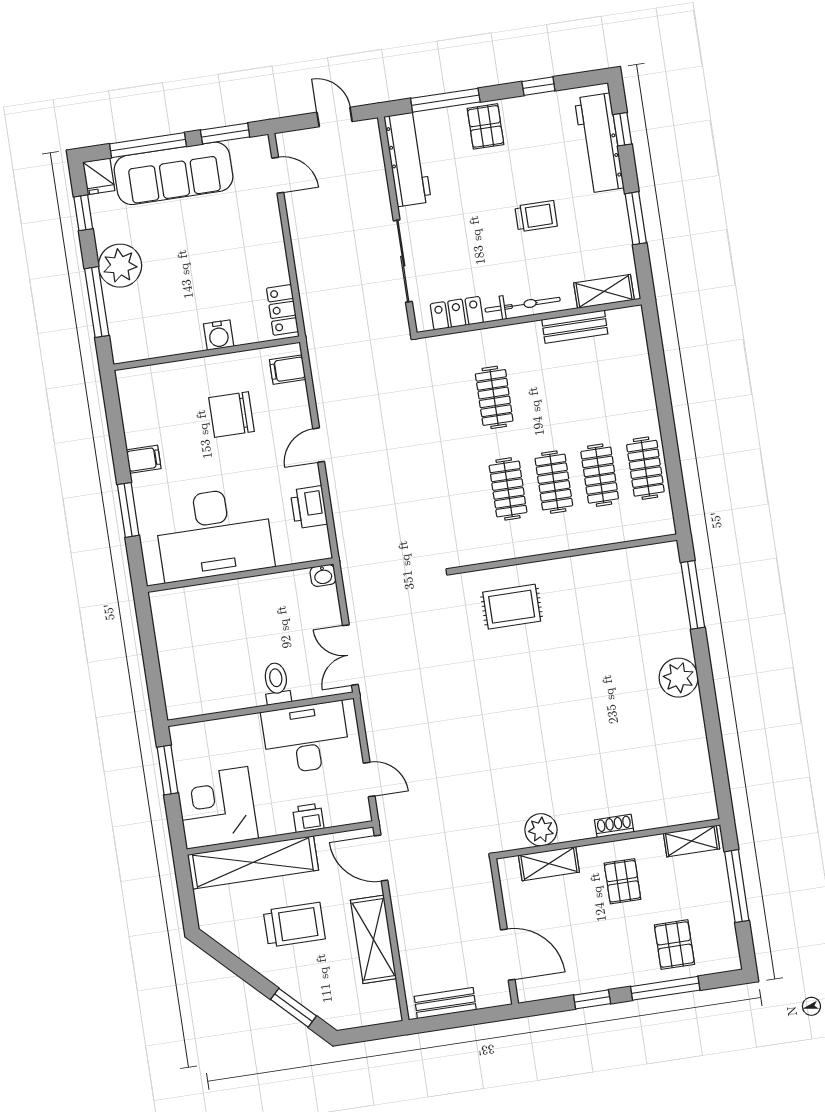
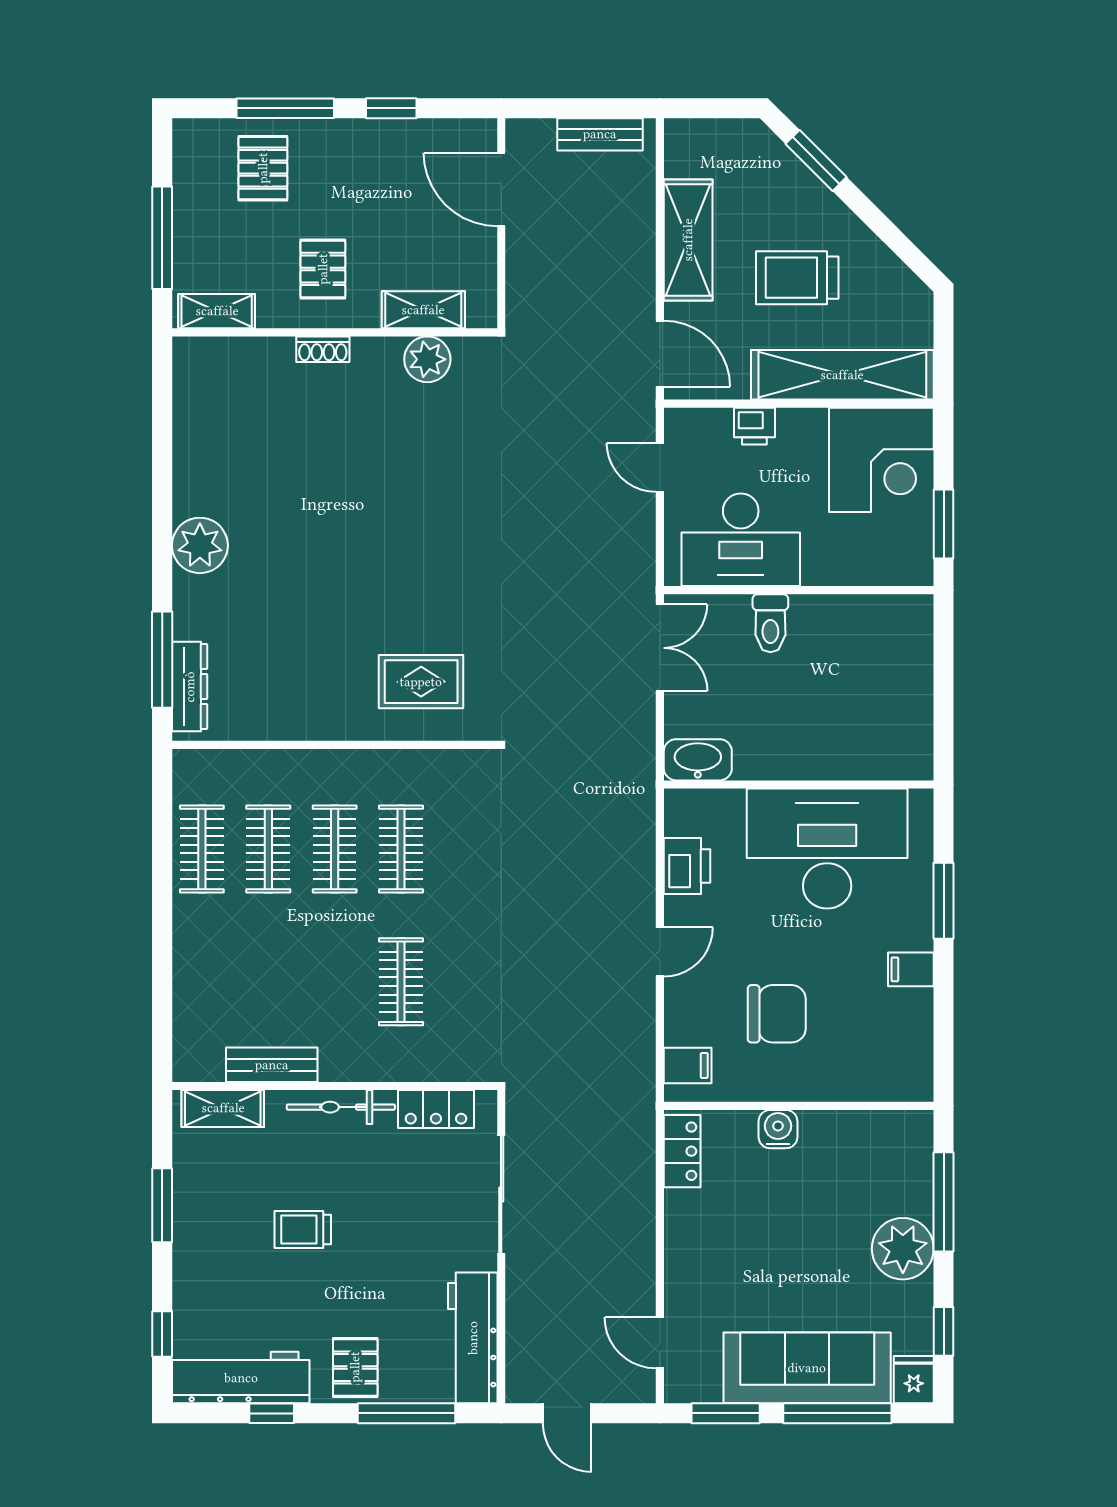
workbench: (599, 143) -> (241, 1378), moved, turned -90
washbasin: (323, 575) -> (698, 760), width x1.91, depth x1.45
dresser: (671, 579) -> (190, 687), added

